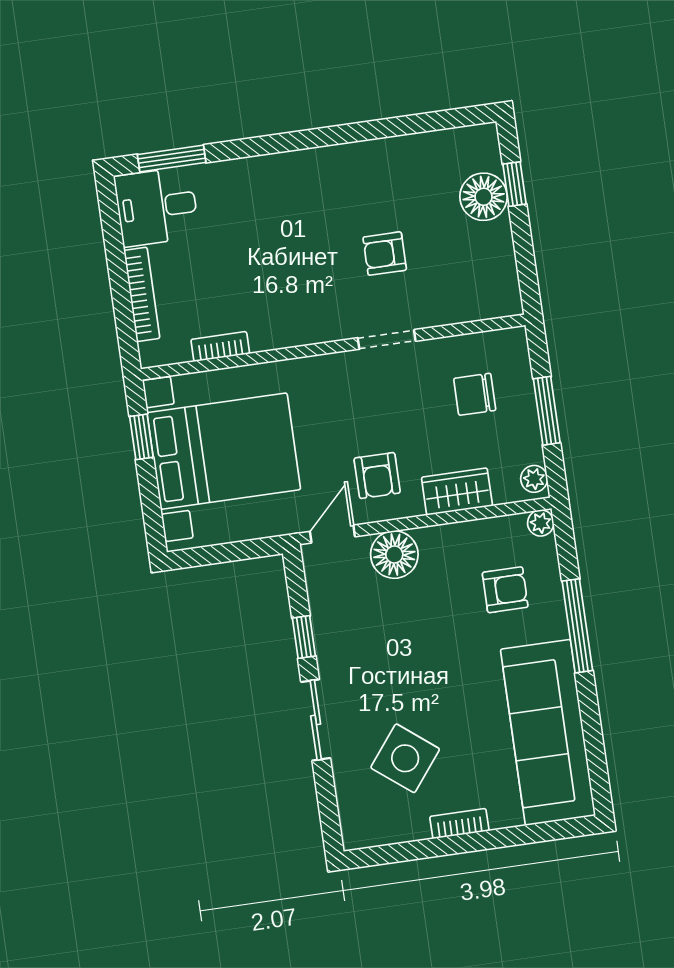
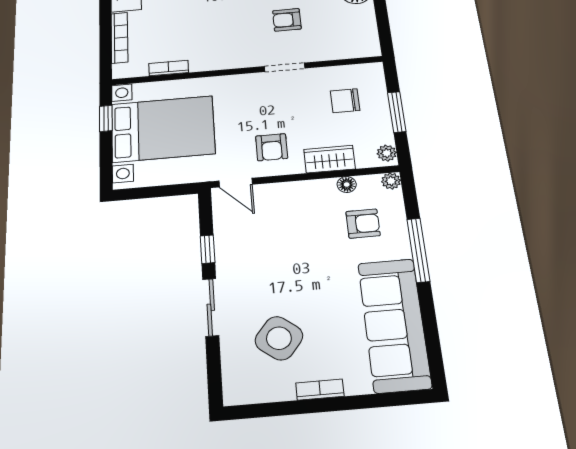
door: (332, 534) -> (236, 183), swing flipped
floor lamp: (394, 555) -> (347, 184), moved, width x0.53, depth x0.53

